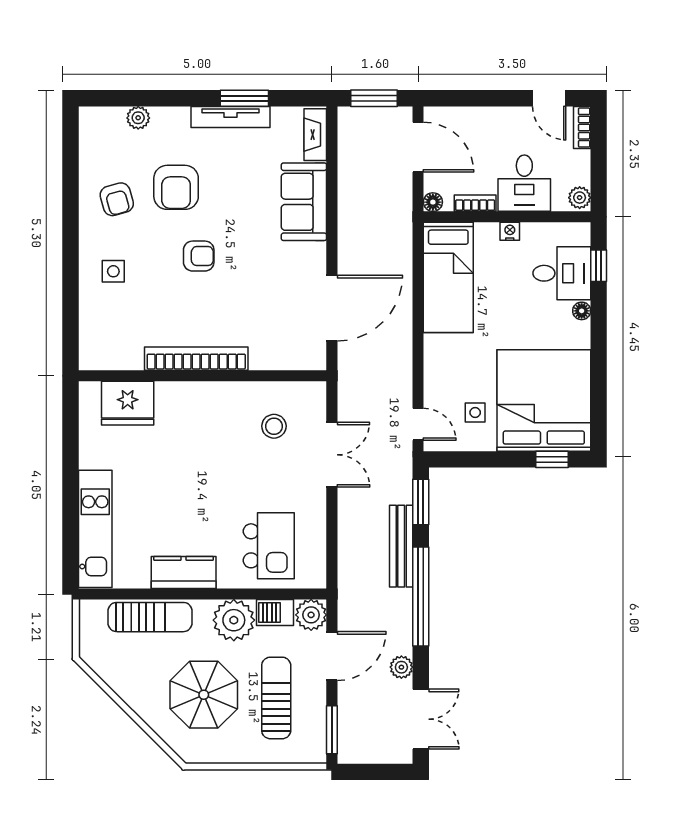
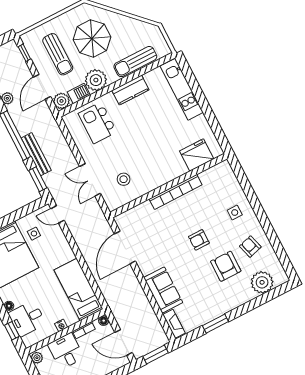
tv unit: (231, 117) -> (217, 312), removed
plant: (138, 118) -> (262, 282), width x1.88, depth x1.88
window: (332, 730) -> (24, 53), width x0.67

